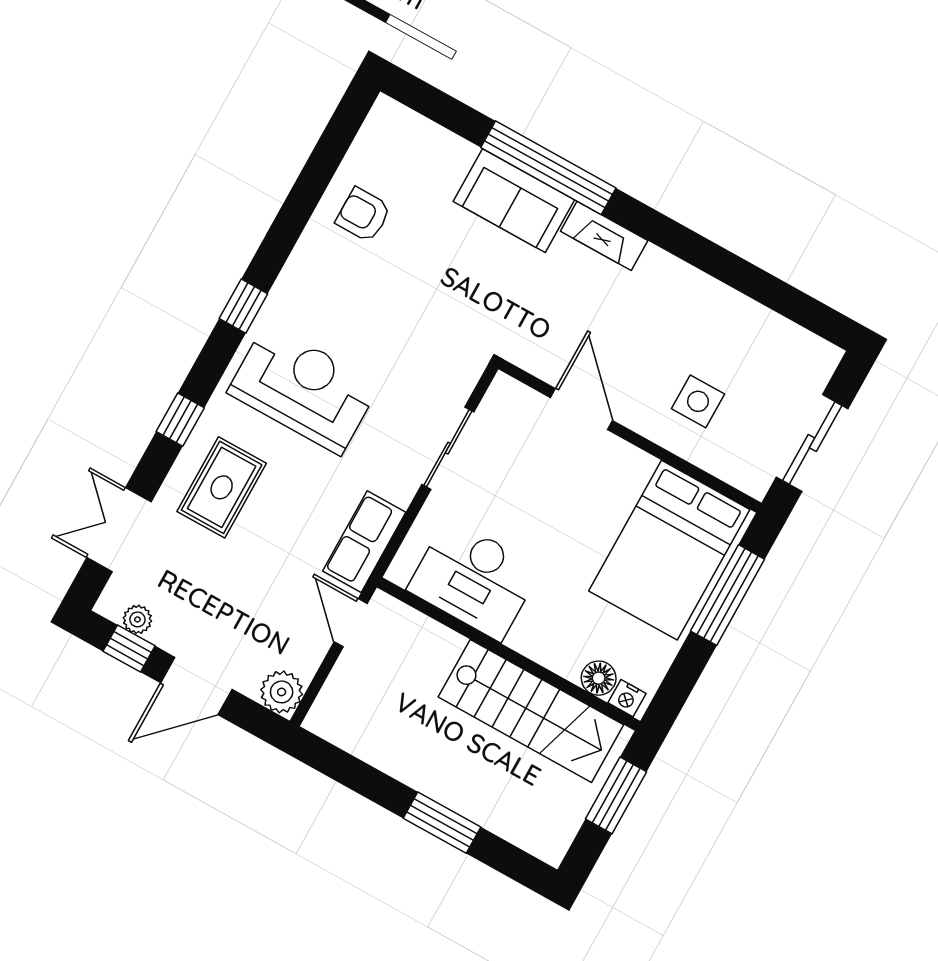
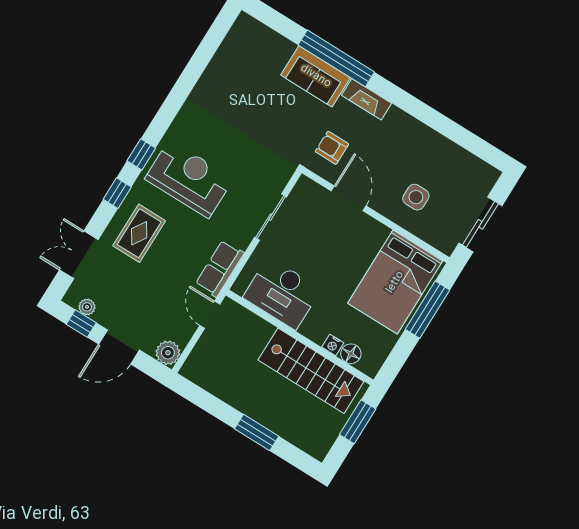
armchair: (363, 215) -> (332, 148), moved
window: (243, 306) -> (141, 154), moved
nightstand: (627, 698) -> (333, 345), moved

